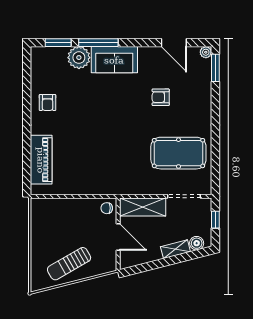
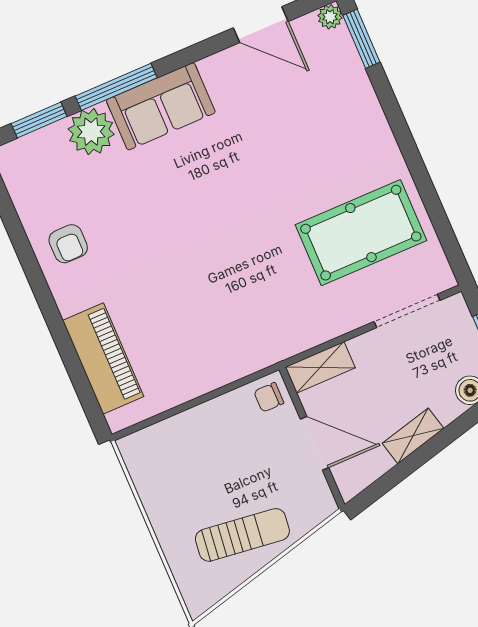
armchair: (161, 97) -> (281, 140), removed
shelving: (143, 207) -> (320, 367), width x0.67, depth x0.75
shelving: (175, 249) -> (413, 436), moved
sun lounger: (69, 264) -> (242, 535), turned -143

